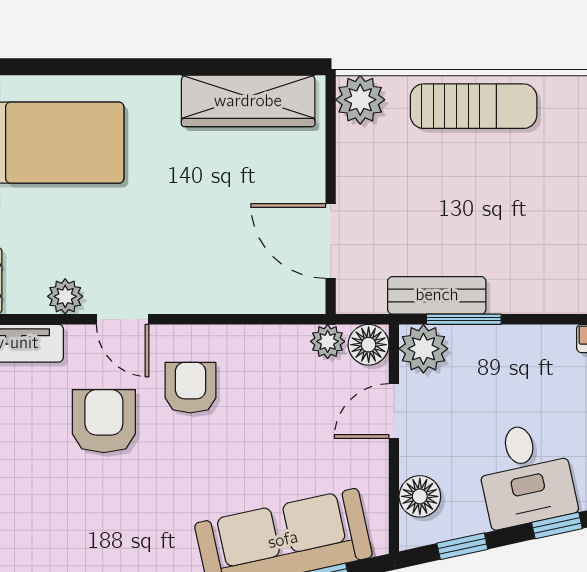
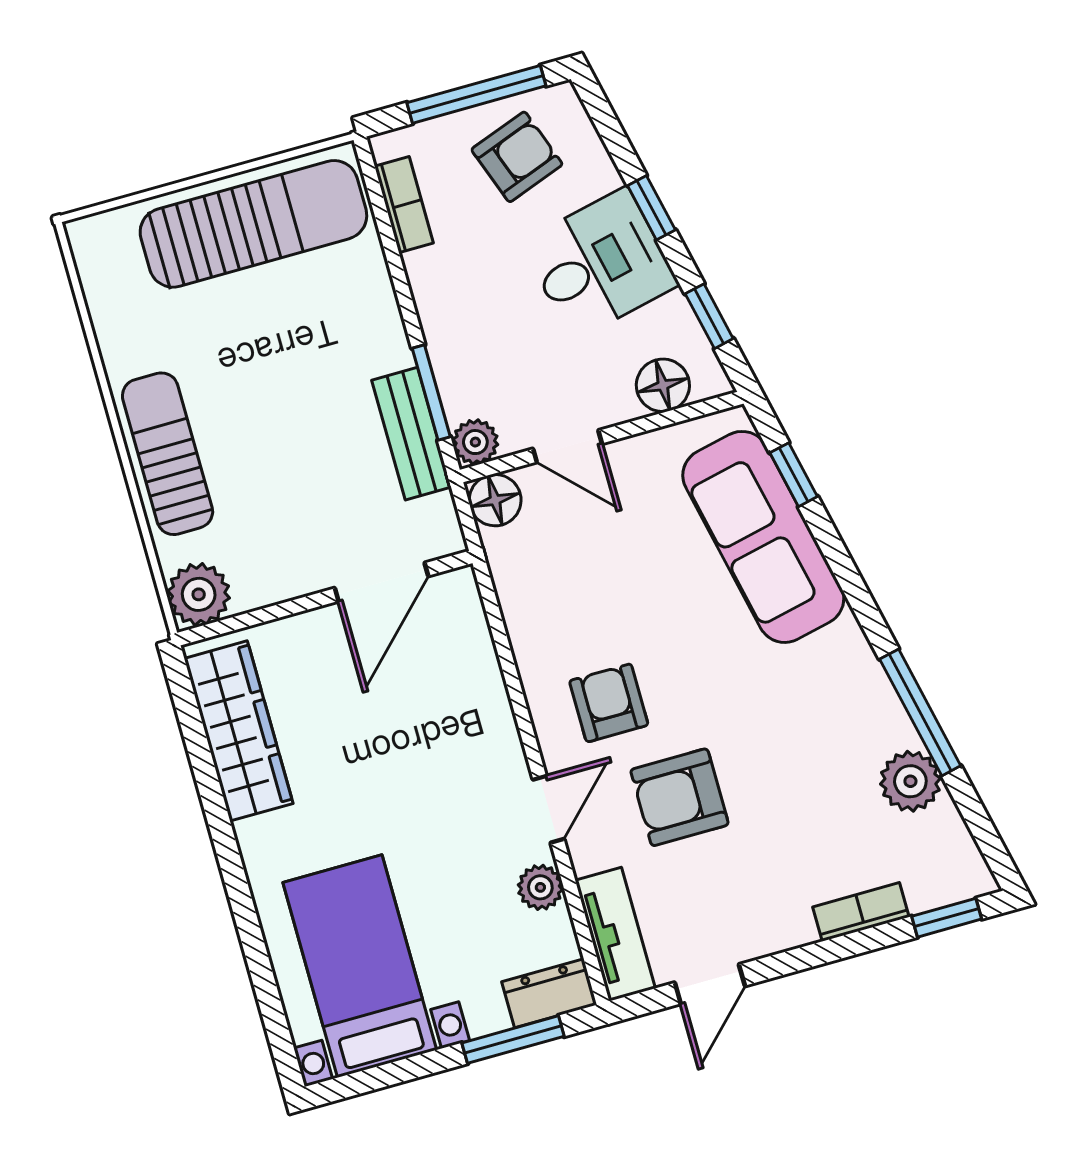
plant: (328, 341) -> (505, 551), removed
plant: (423, 349) -> (475, 442), width x0.73, depth x0.73
armchair: (190, 388) -> (609, 703), turned 90

